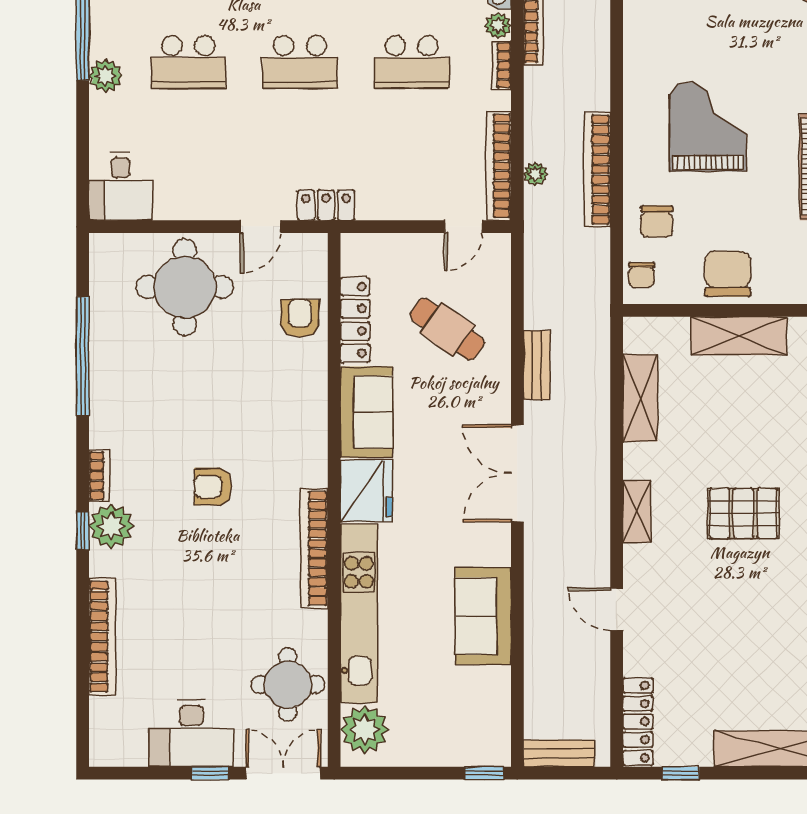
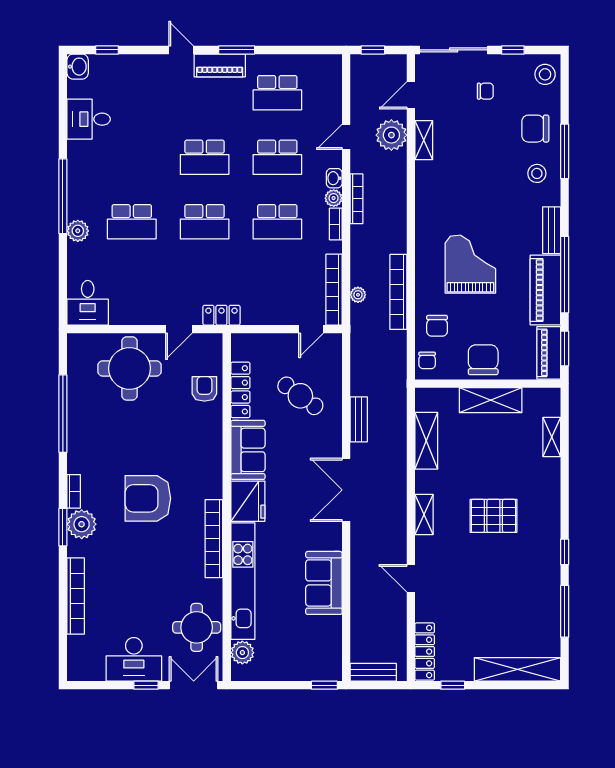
armchair: (213, 486) -> (148, 498), width x1.88, depth x1.88
window: (83, 531) -> (63, 527), width x1.50
plant: (365, 730) -> (242, 653), width x0.73, depth x0.73

